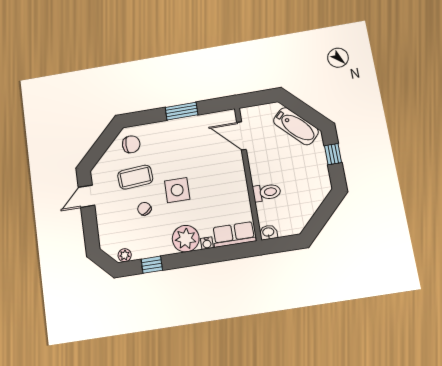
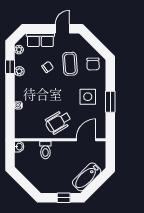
wheelchair: (222, 180) -> (58, 122), added
side table: (177, 190) -> (88, 97), moved
door: (86, 196) -> (62, 29), hinge flipped
row of seats: (234, 234) -> (40, 40), moved, turned 90
plant: (186, 239) -> (19, 71), moved, width x0.53, depth x0.53

